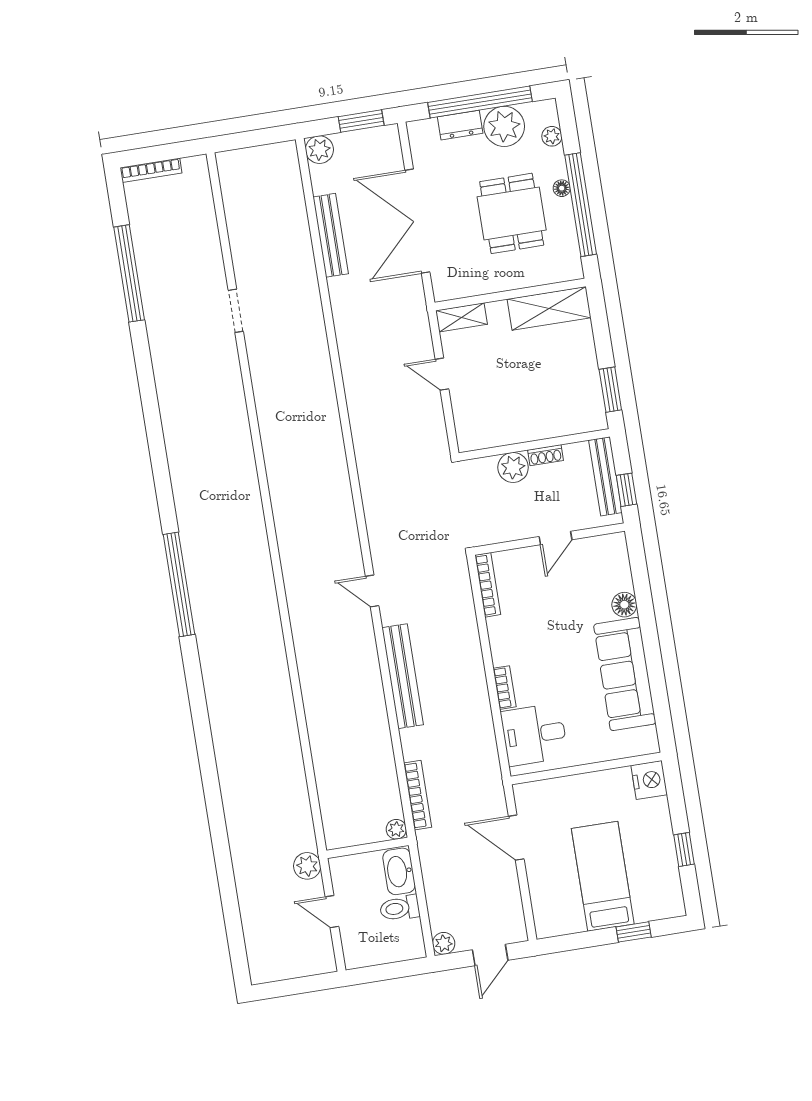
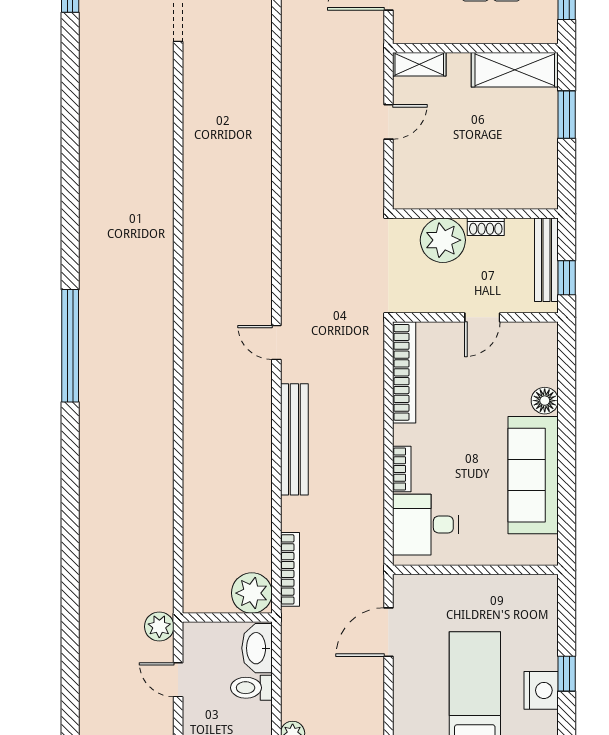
door: (442, 374) -> (388, 122), swing flipped
window: (610, 390) -> (567, 115), moved
plant: (513, 467) -> (443, 240), width x1.36, depth x1.36
window: (179, 584) -> (70, 346), moved
bookcase: (488, 585) -> (404, 372), width x1.48, depth x1.31
nightstand: (649, 780) -> (541, 690), moved
plant: (396, 829) -> (252, 593), width x1.88, depth x1.88
door: (516, 838) -> (388, 632), hinge flipped

